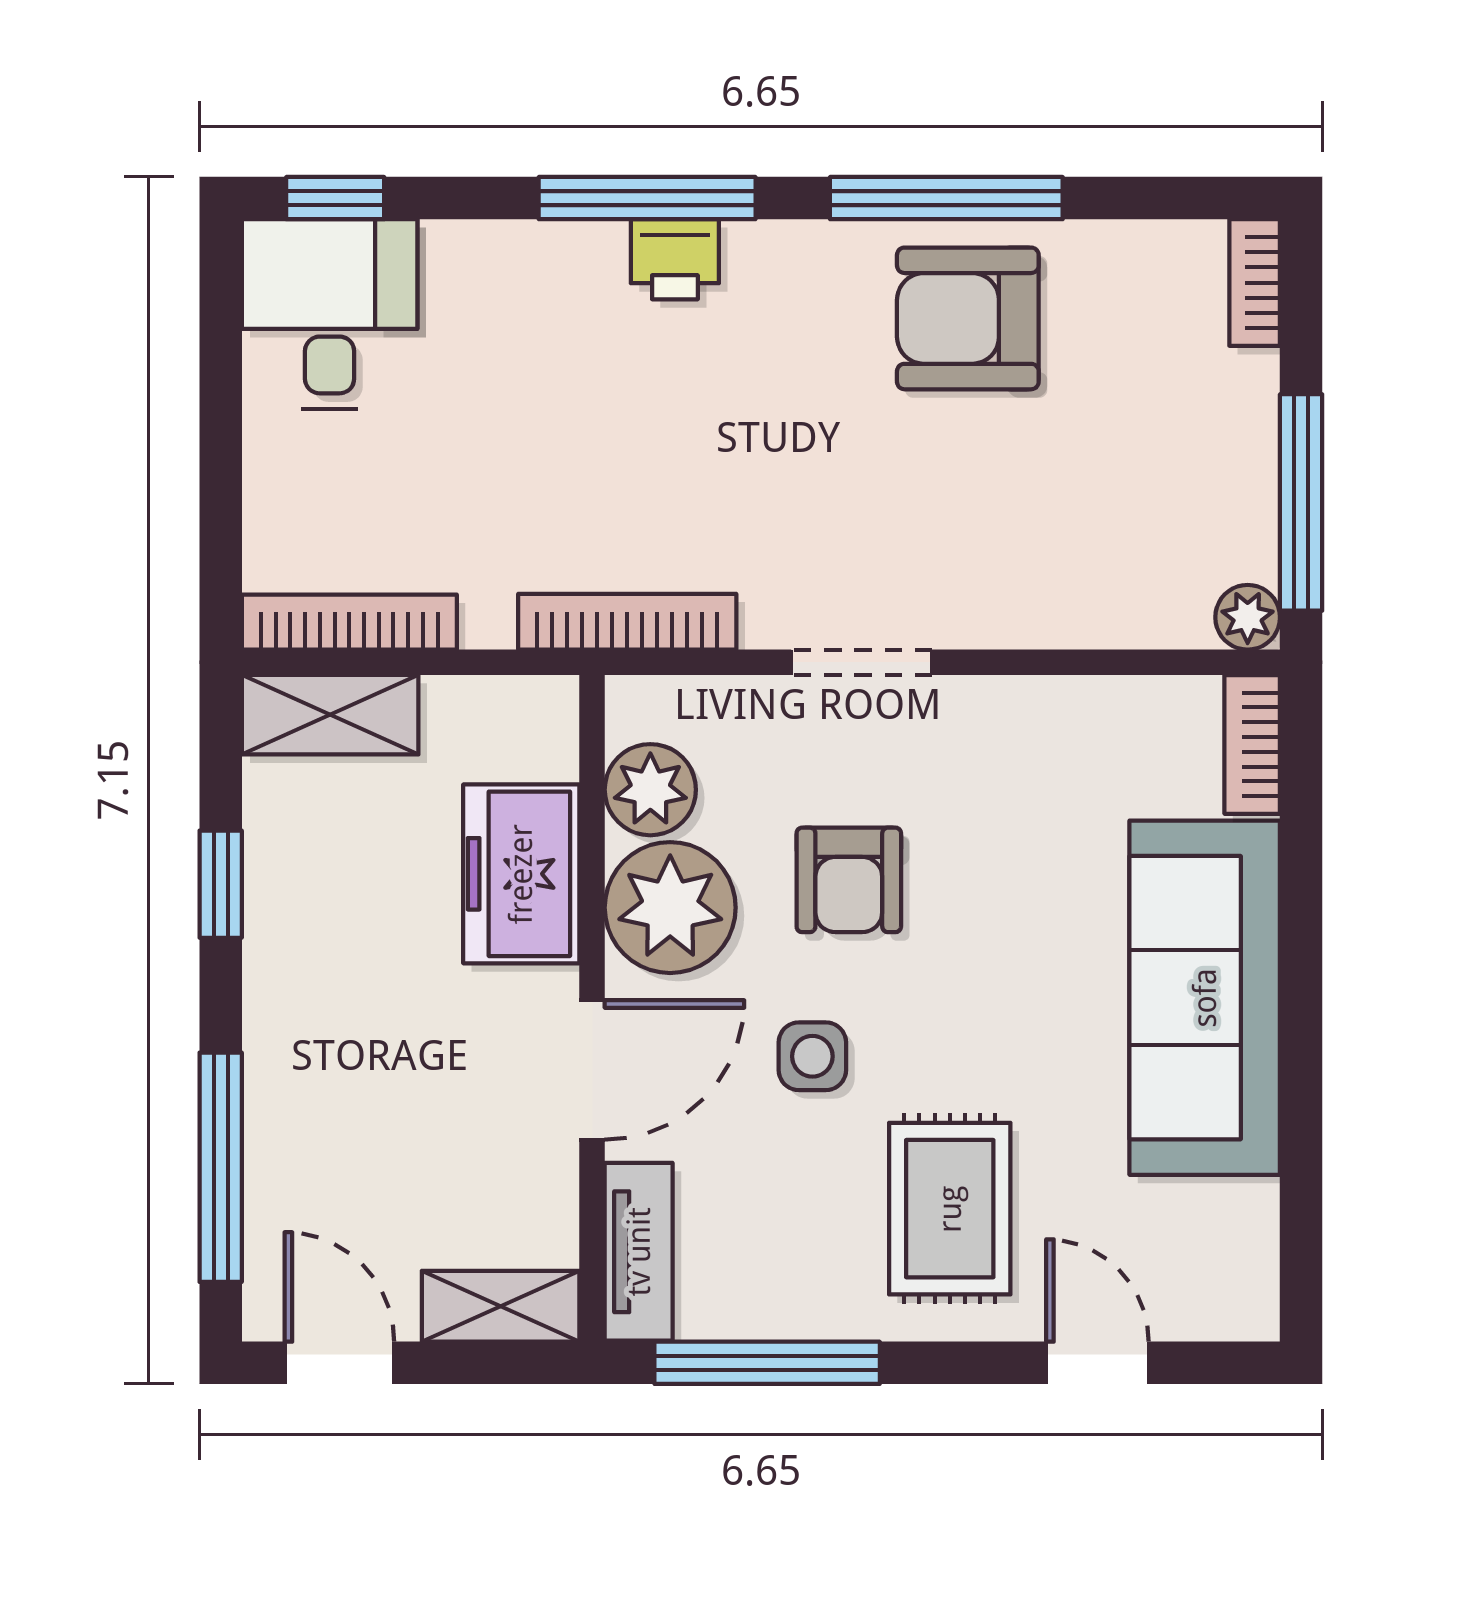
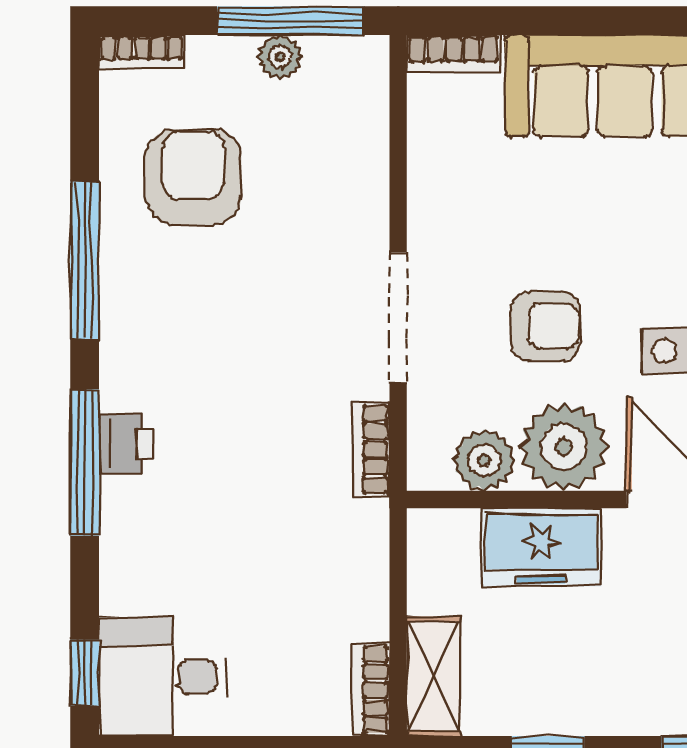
armchair: (968, 318) -> (193, 177), moved, turned 180
plant: (1248, 617) -> (280, 57), moved
bookcase: (349, 622) -> (371, 690), width x0.64
bookcase: (627, 622) -> (371, 449), width x0.64
doorway: (862, 662) -> (398, 317), width x1.38

